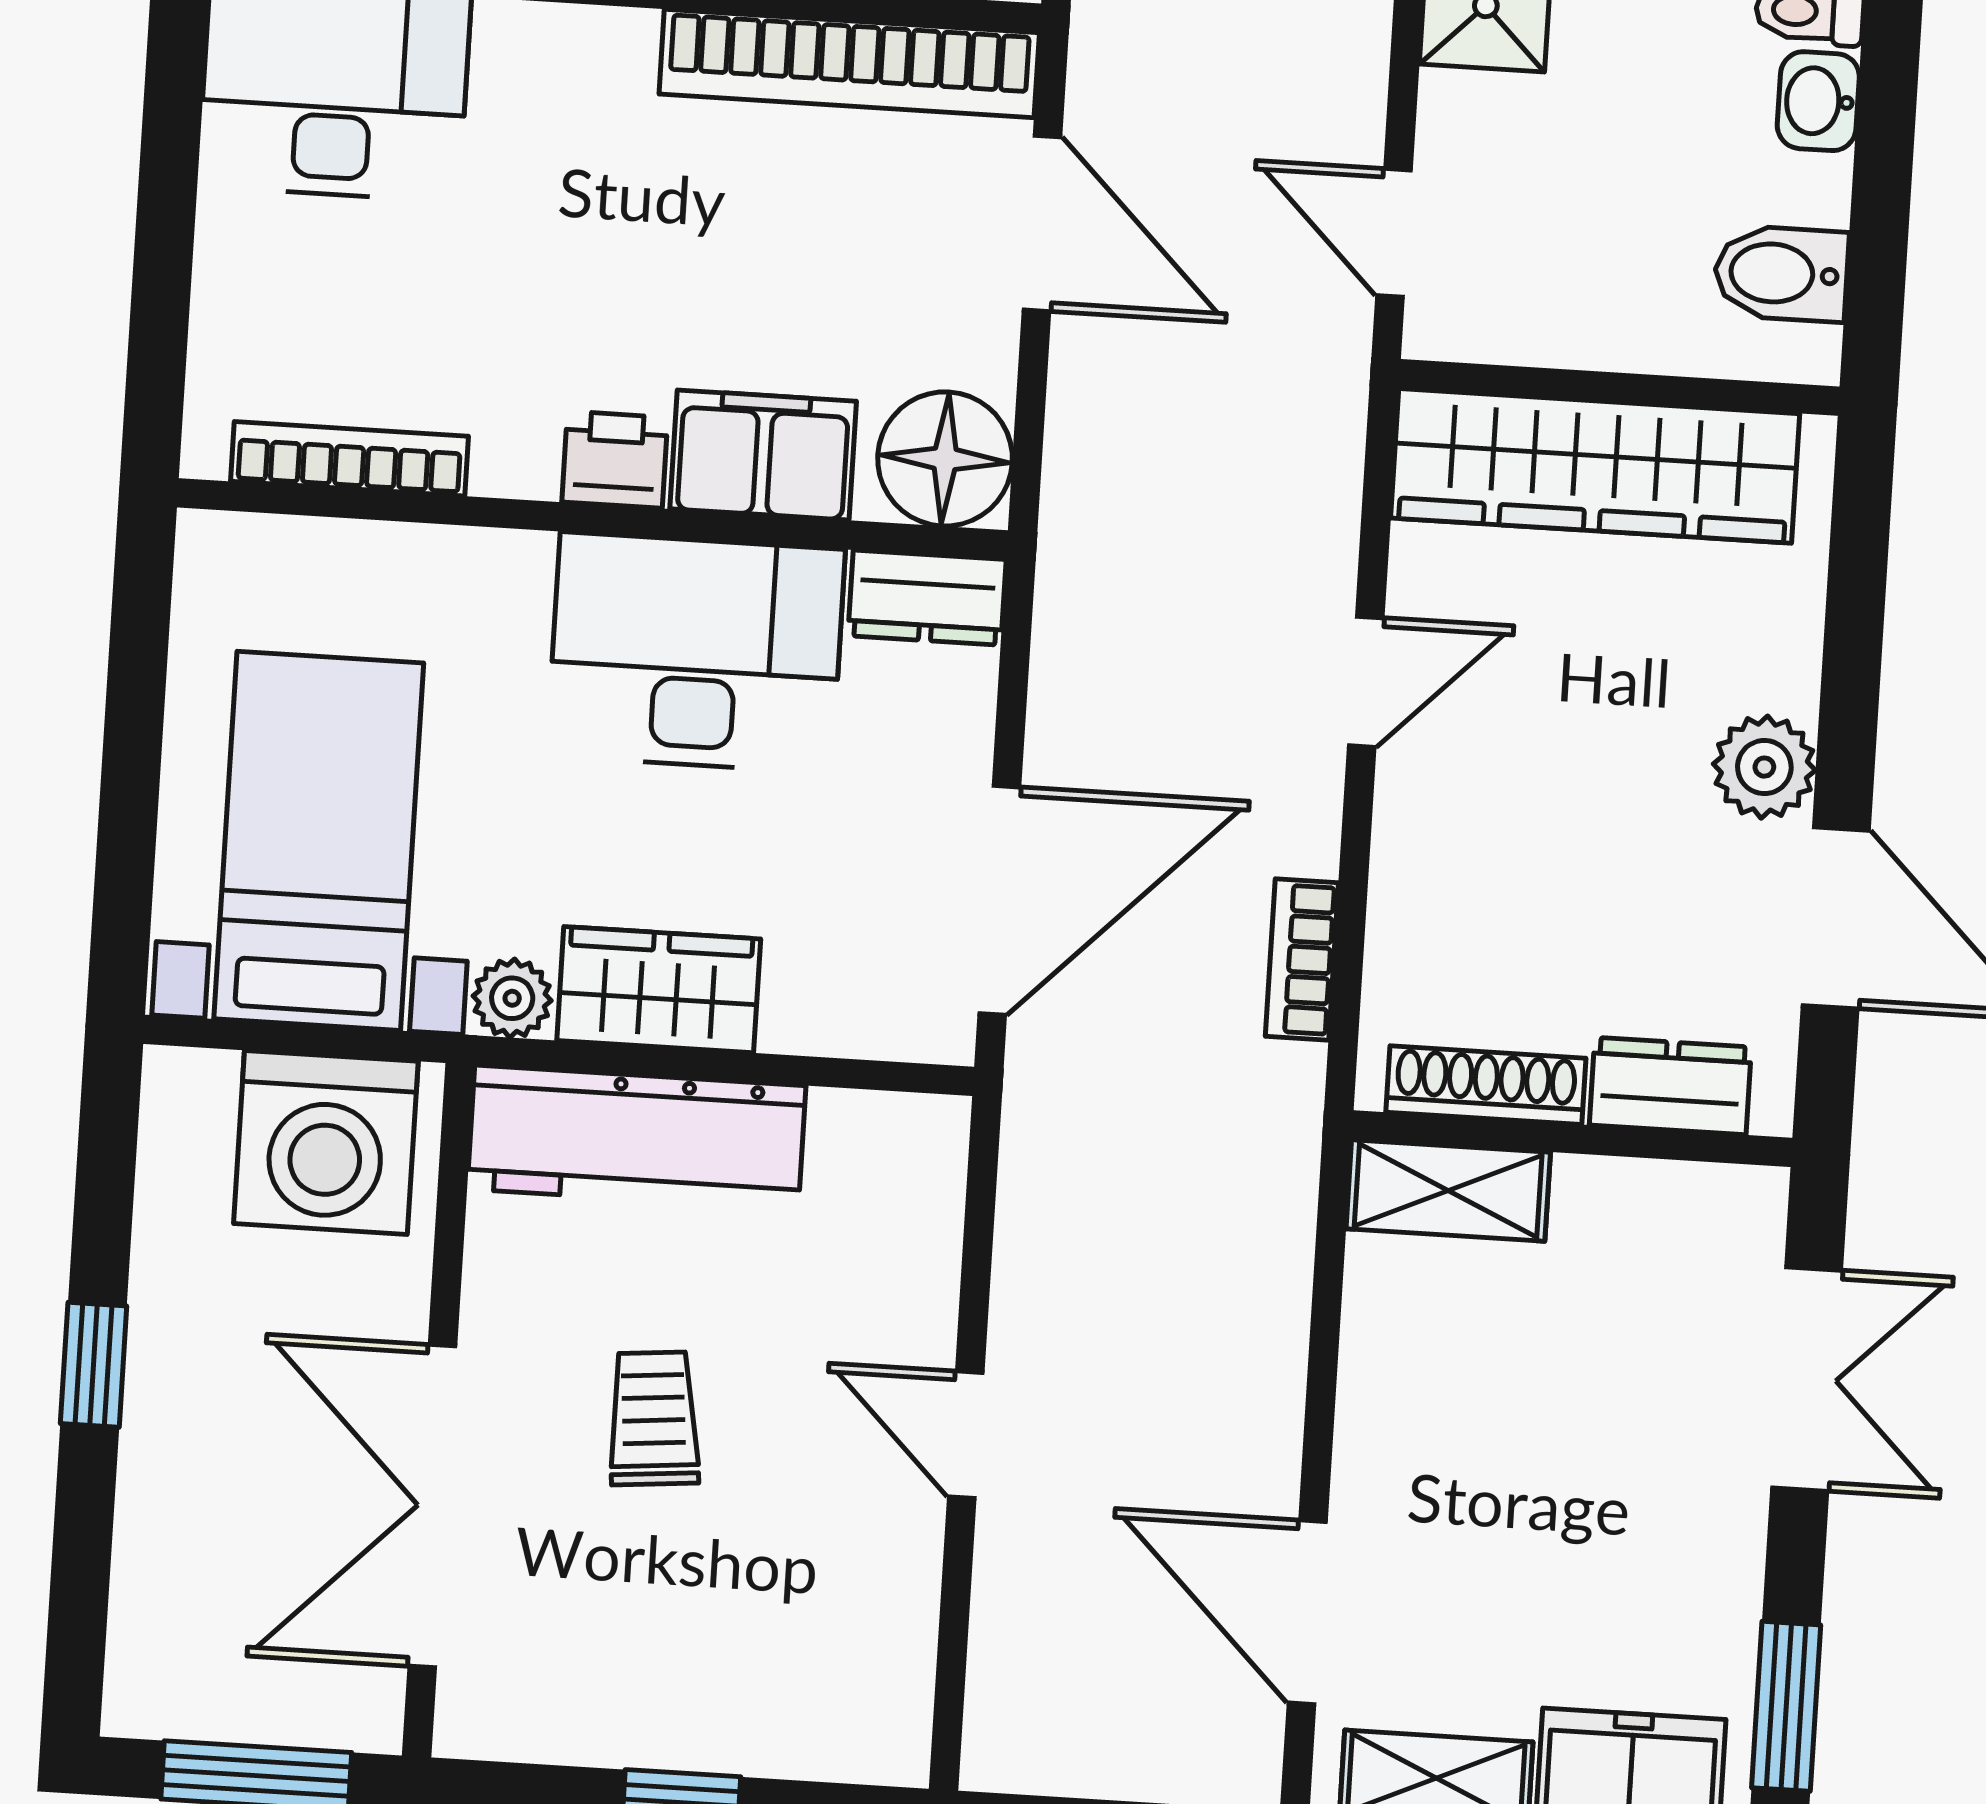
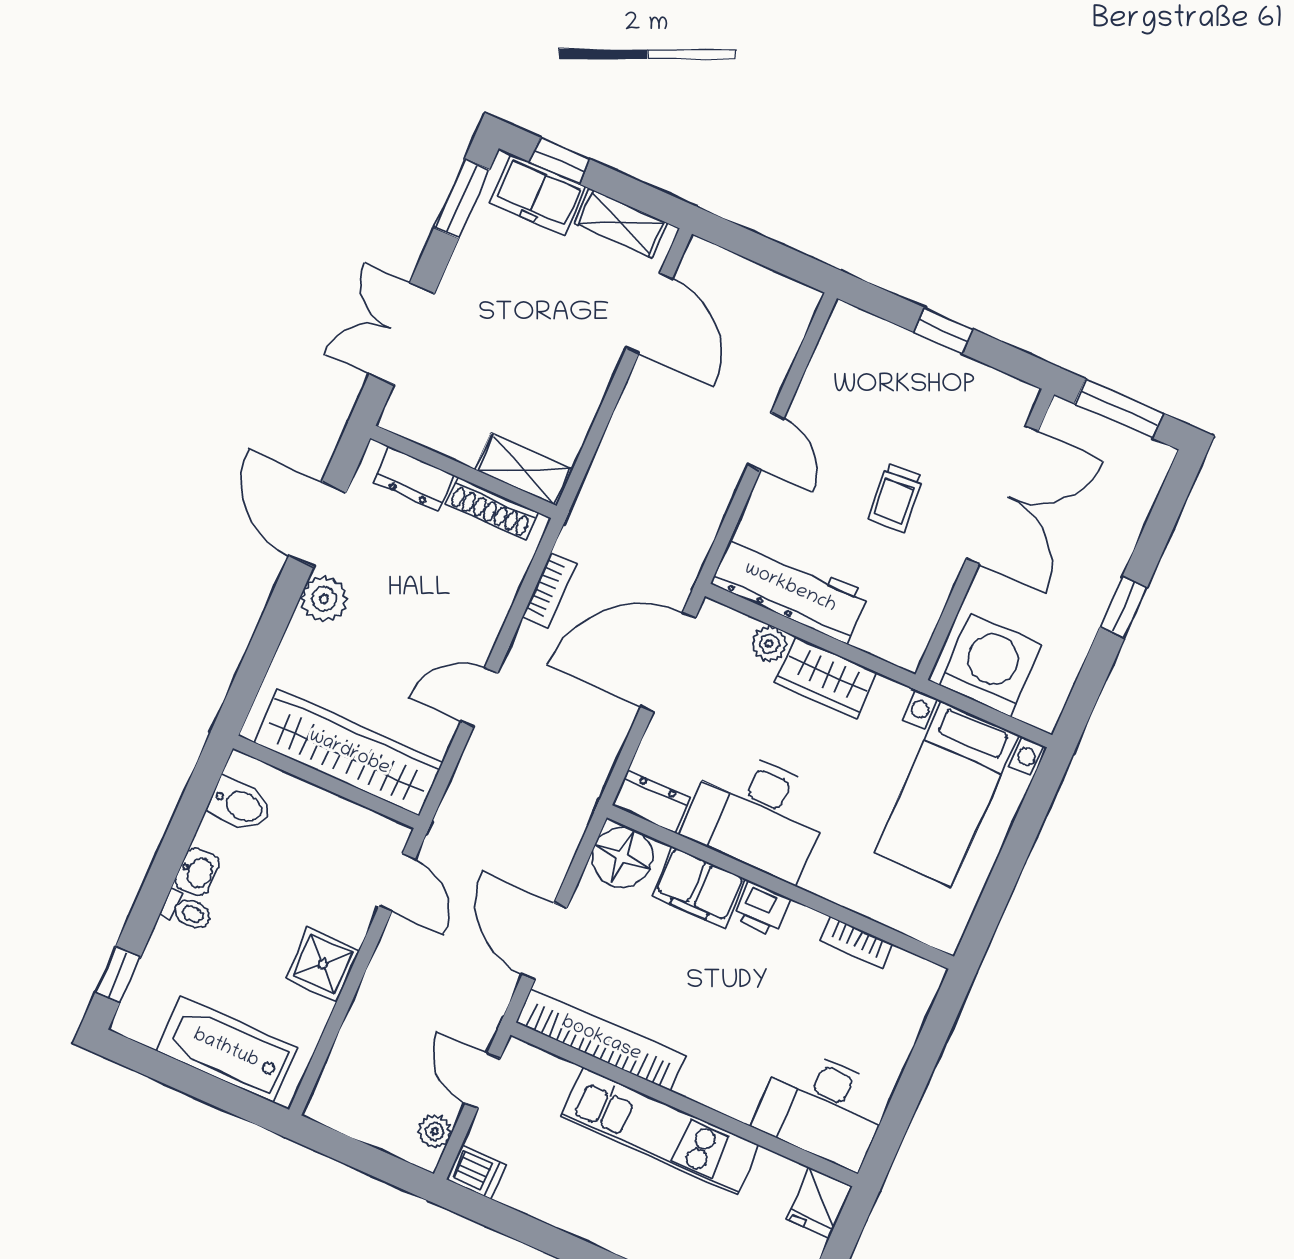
bookcase: (350, 459) -> (856, 943), width x0.64
plant: (512, 998) -> (769, 644), moved
workbench: (636, 1137) -> (790, 588), moved

